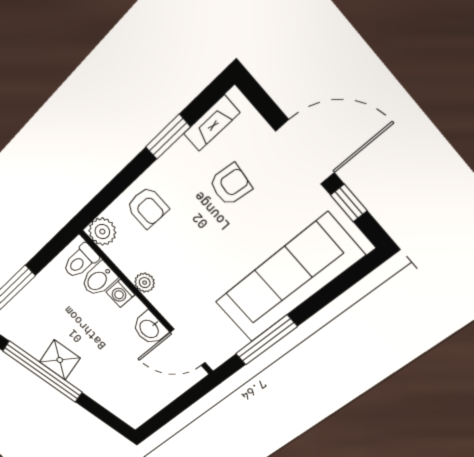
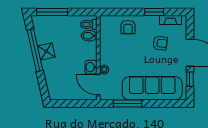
plant: (102, 232) -> (106, 22), removed
plant: (145, 283) -> (104, 70), moved
washing machine: (120, 293) -> (92, 47), removed

